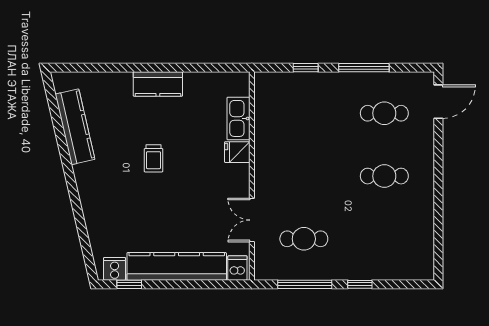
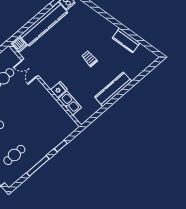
kitchen counter: (158, 84) -> (113, 89), width x1.50
kitchen counter: (75, 127) -> (126, 40), width x0.67
double door: (252, 220) -> (30, 68), swing flipped

